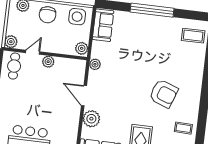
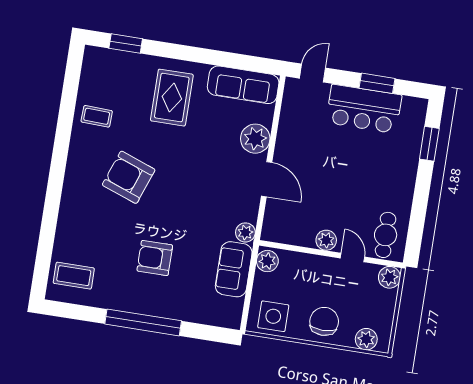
sofa: (103, 25) -> (234, 269), moved
armchair: (147, 48) -> (155, 258), added
door: (33, 52) -> (352, 258), swing flipped

